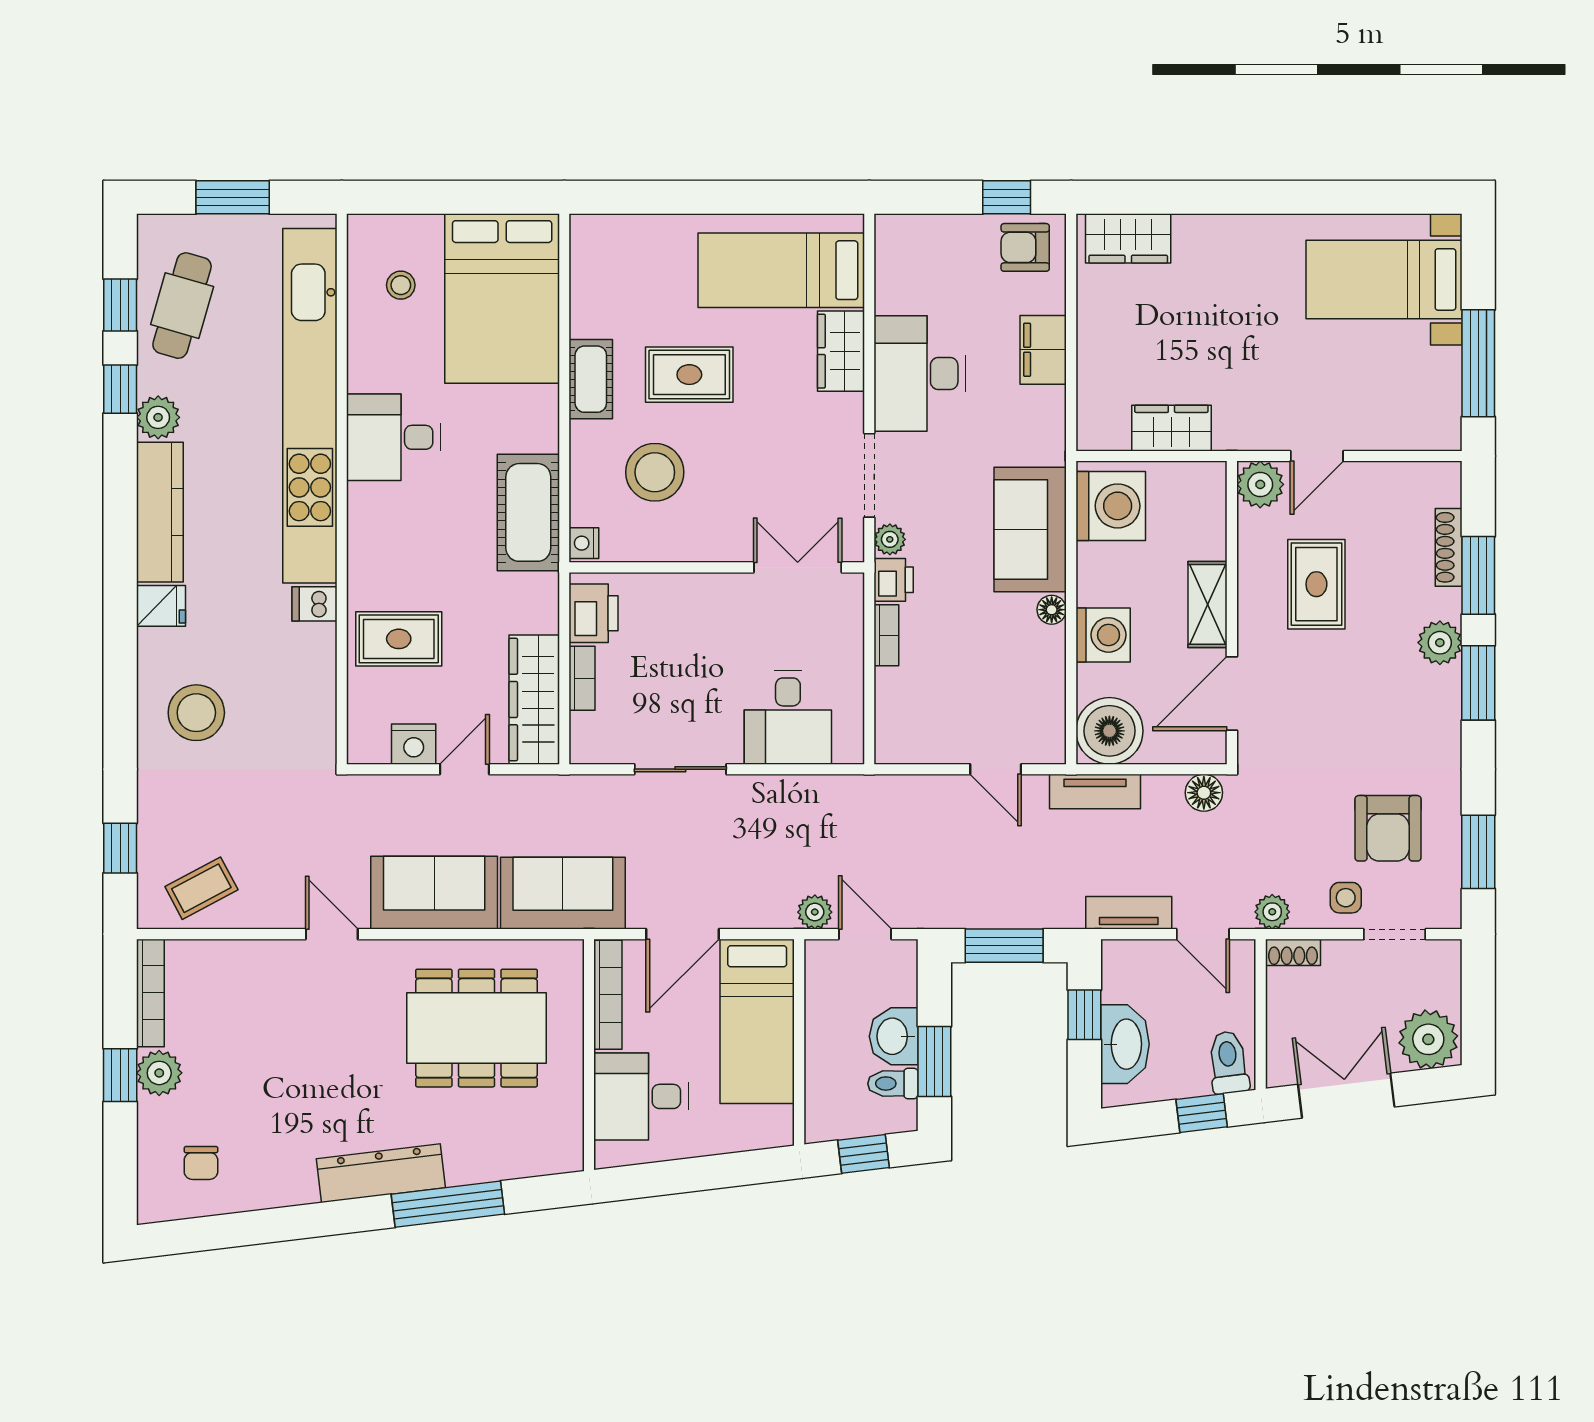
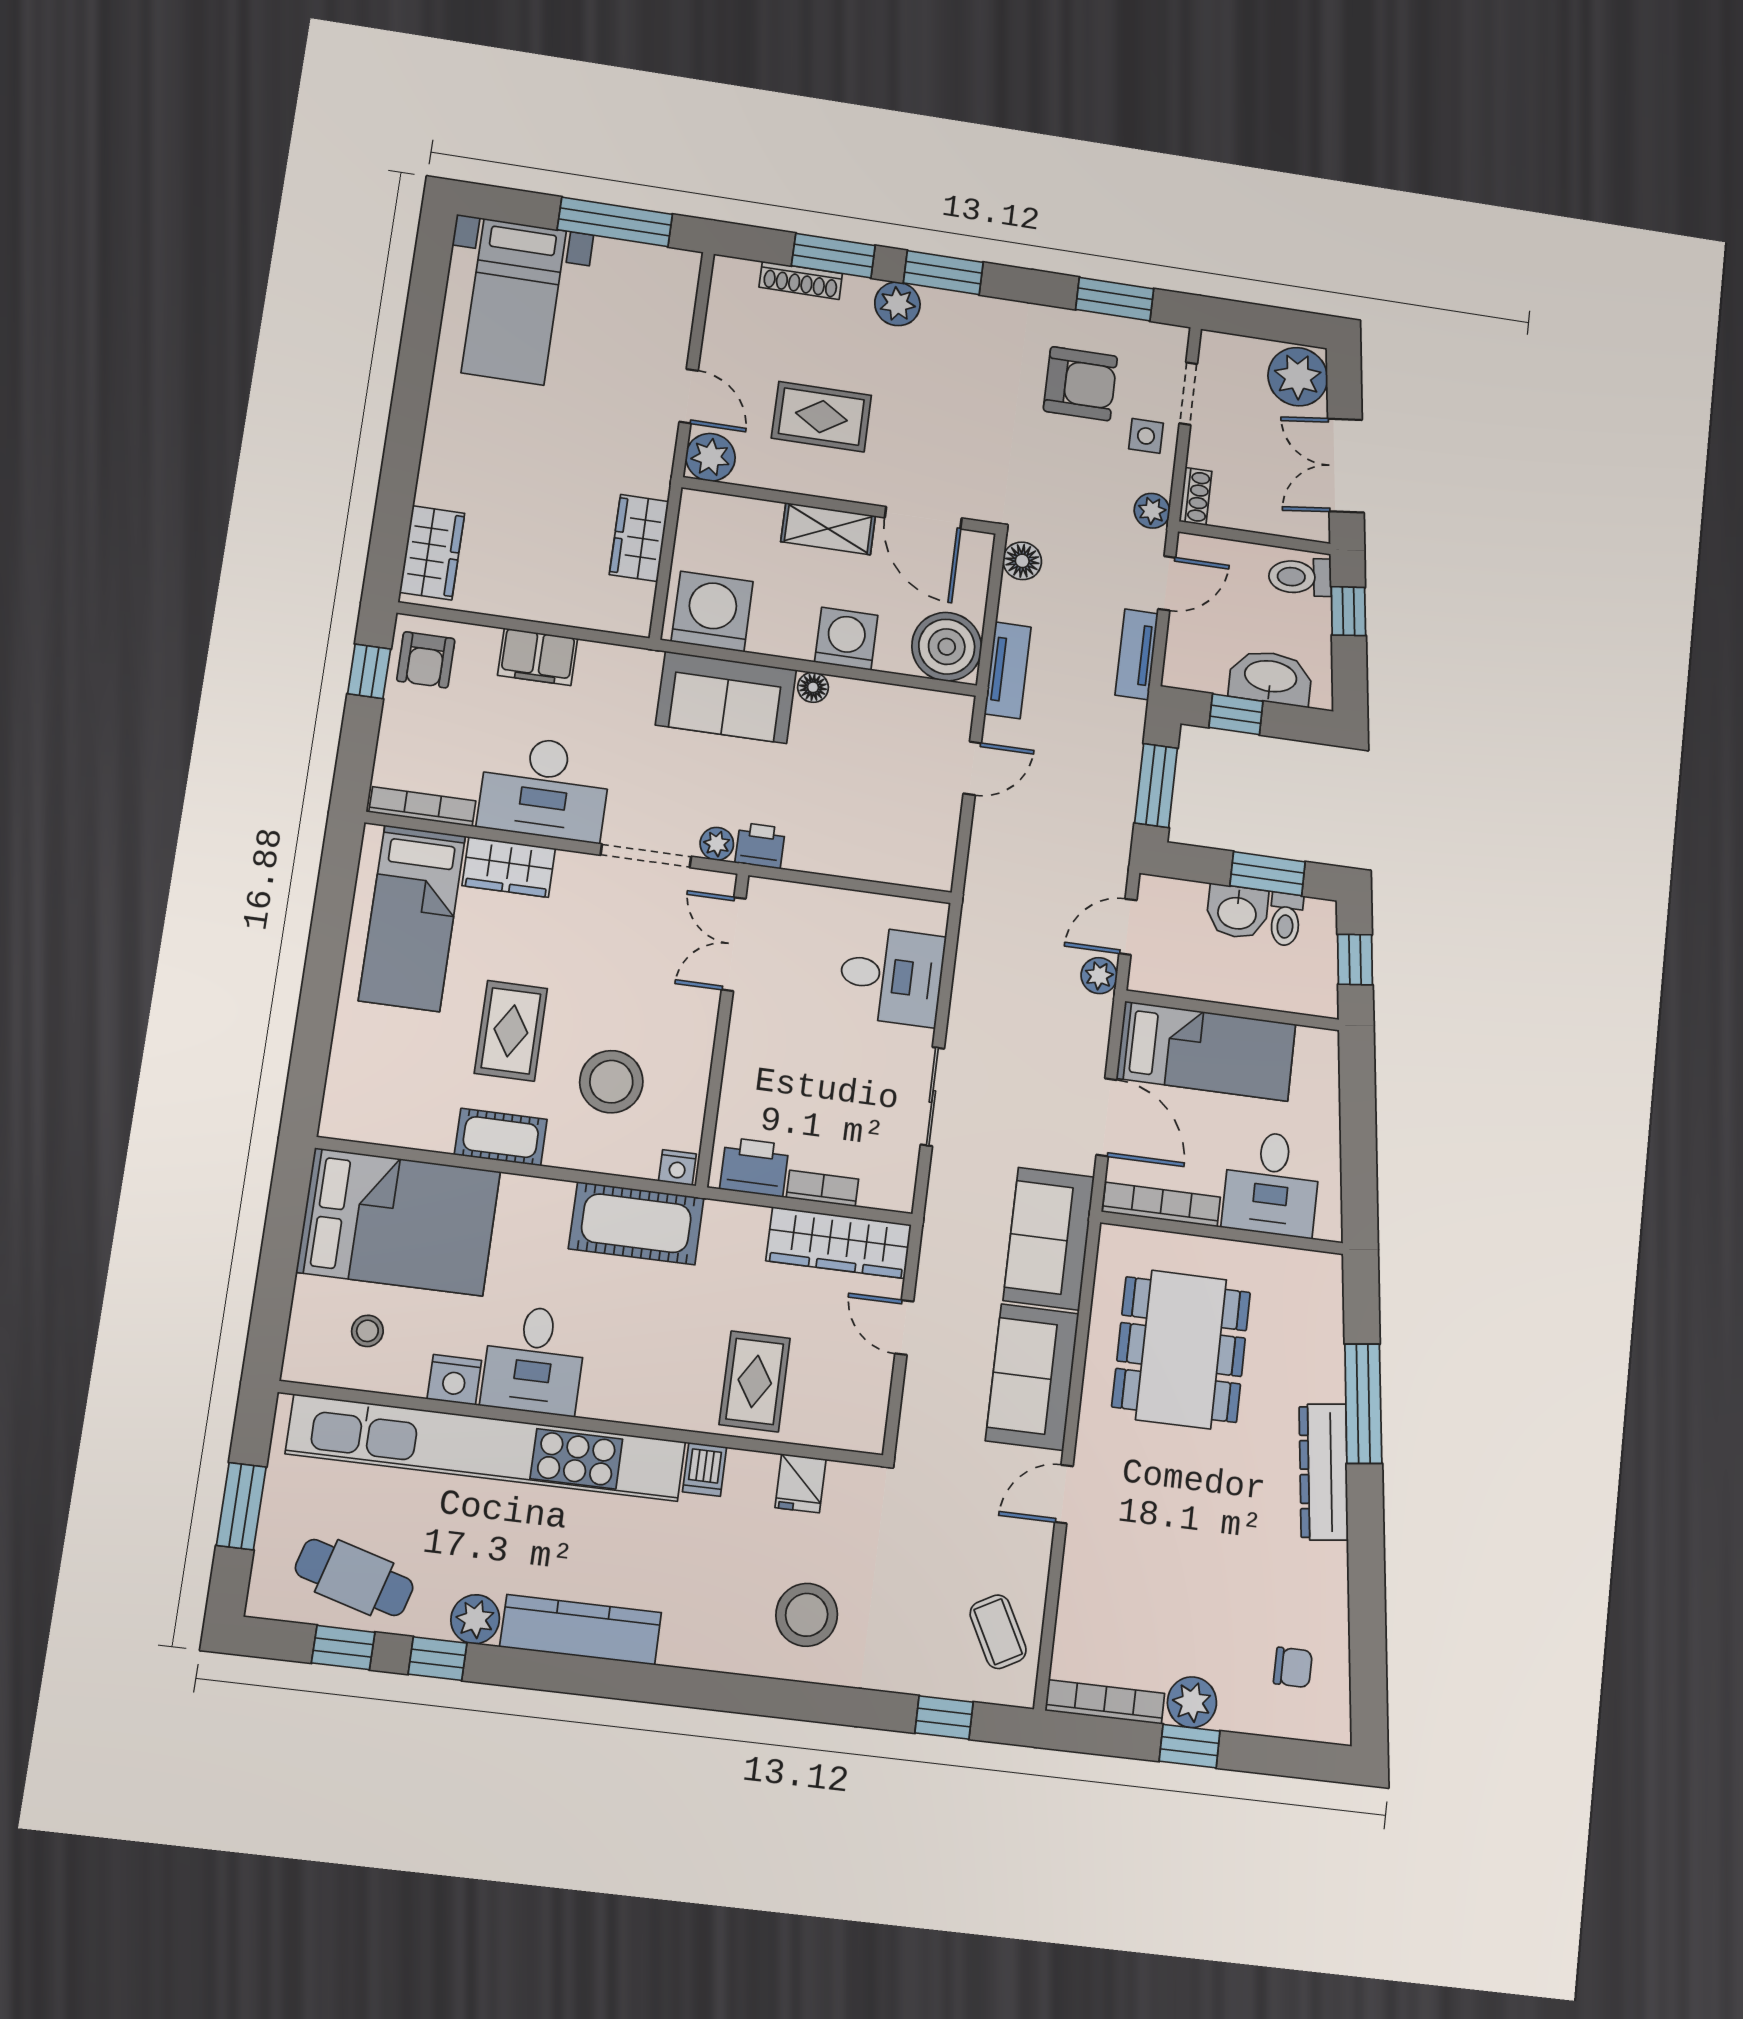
fridge: (161, 606) -> (800, 1483), moved, turned 180
bookcase: (886, 635) -> (422, 807), moved, width x1.56
nightstand: (414, 744) -> (454, 1380), moved, turned 90

